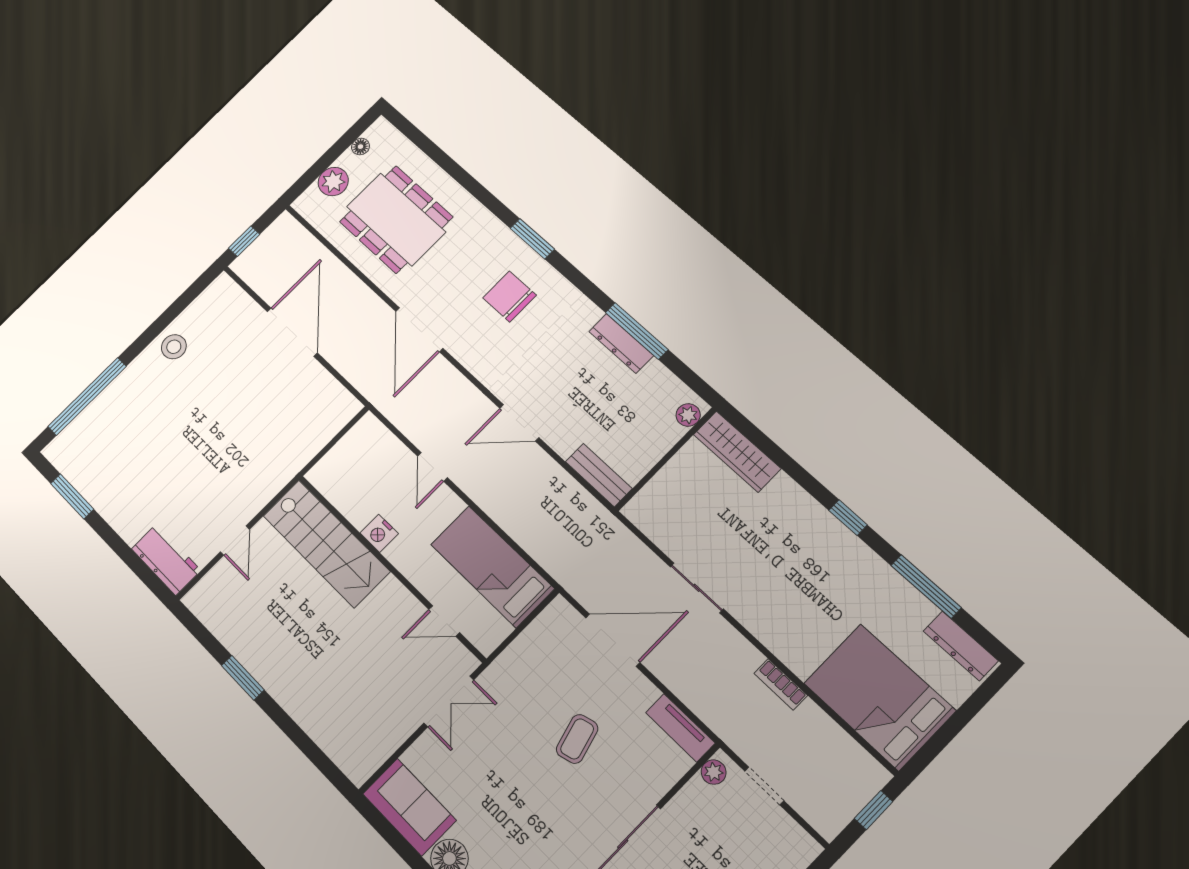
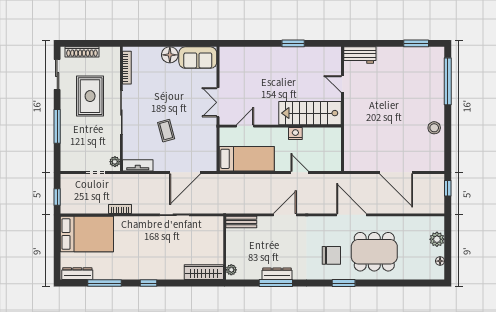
dining table: (396, 219) -> (374, 252), moved

